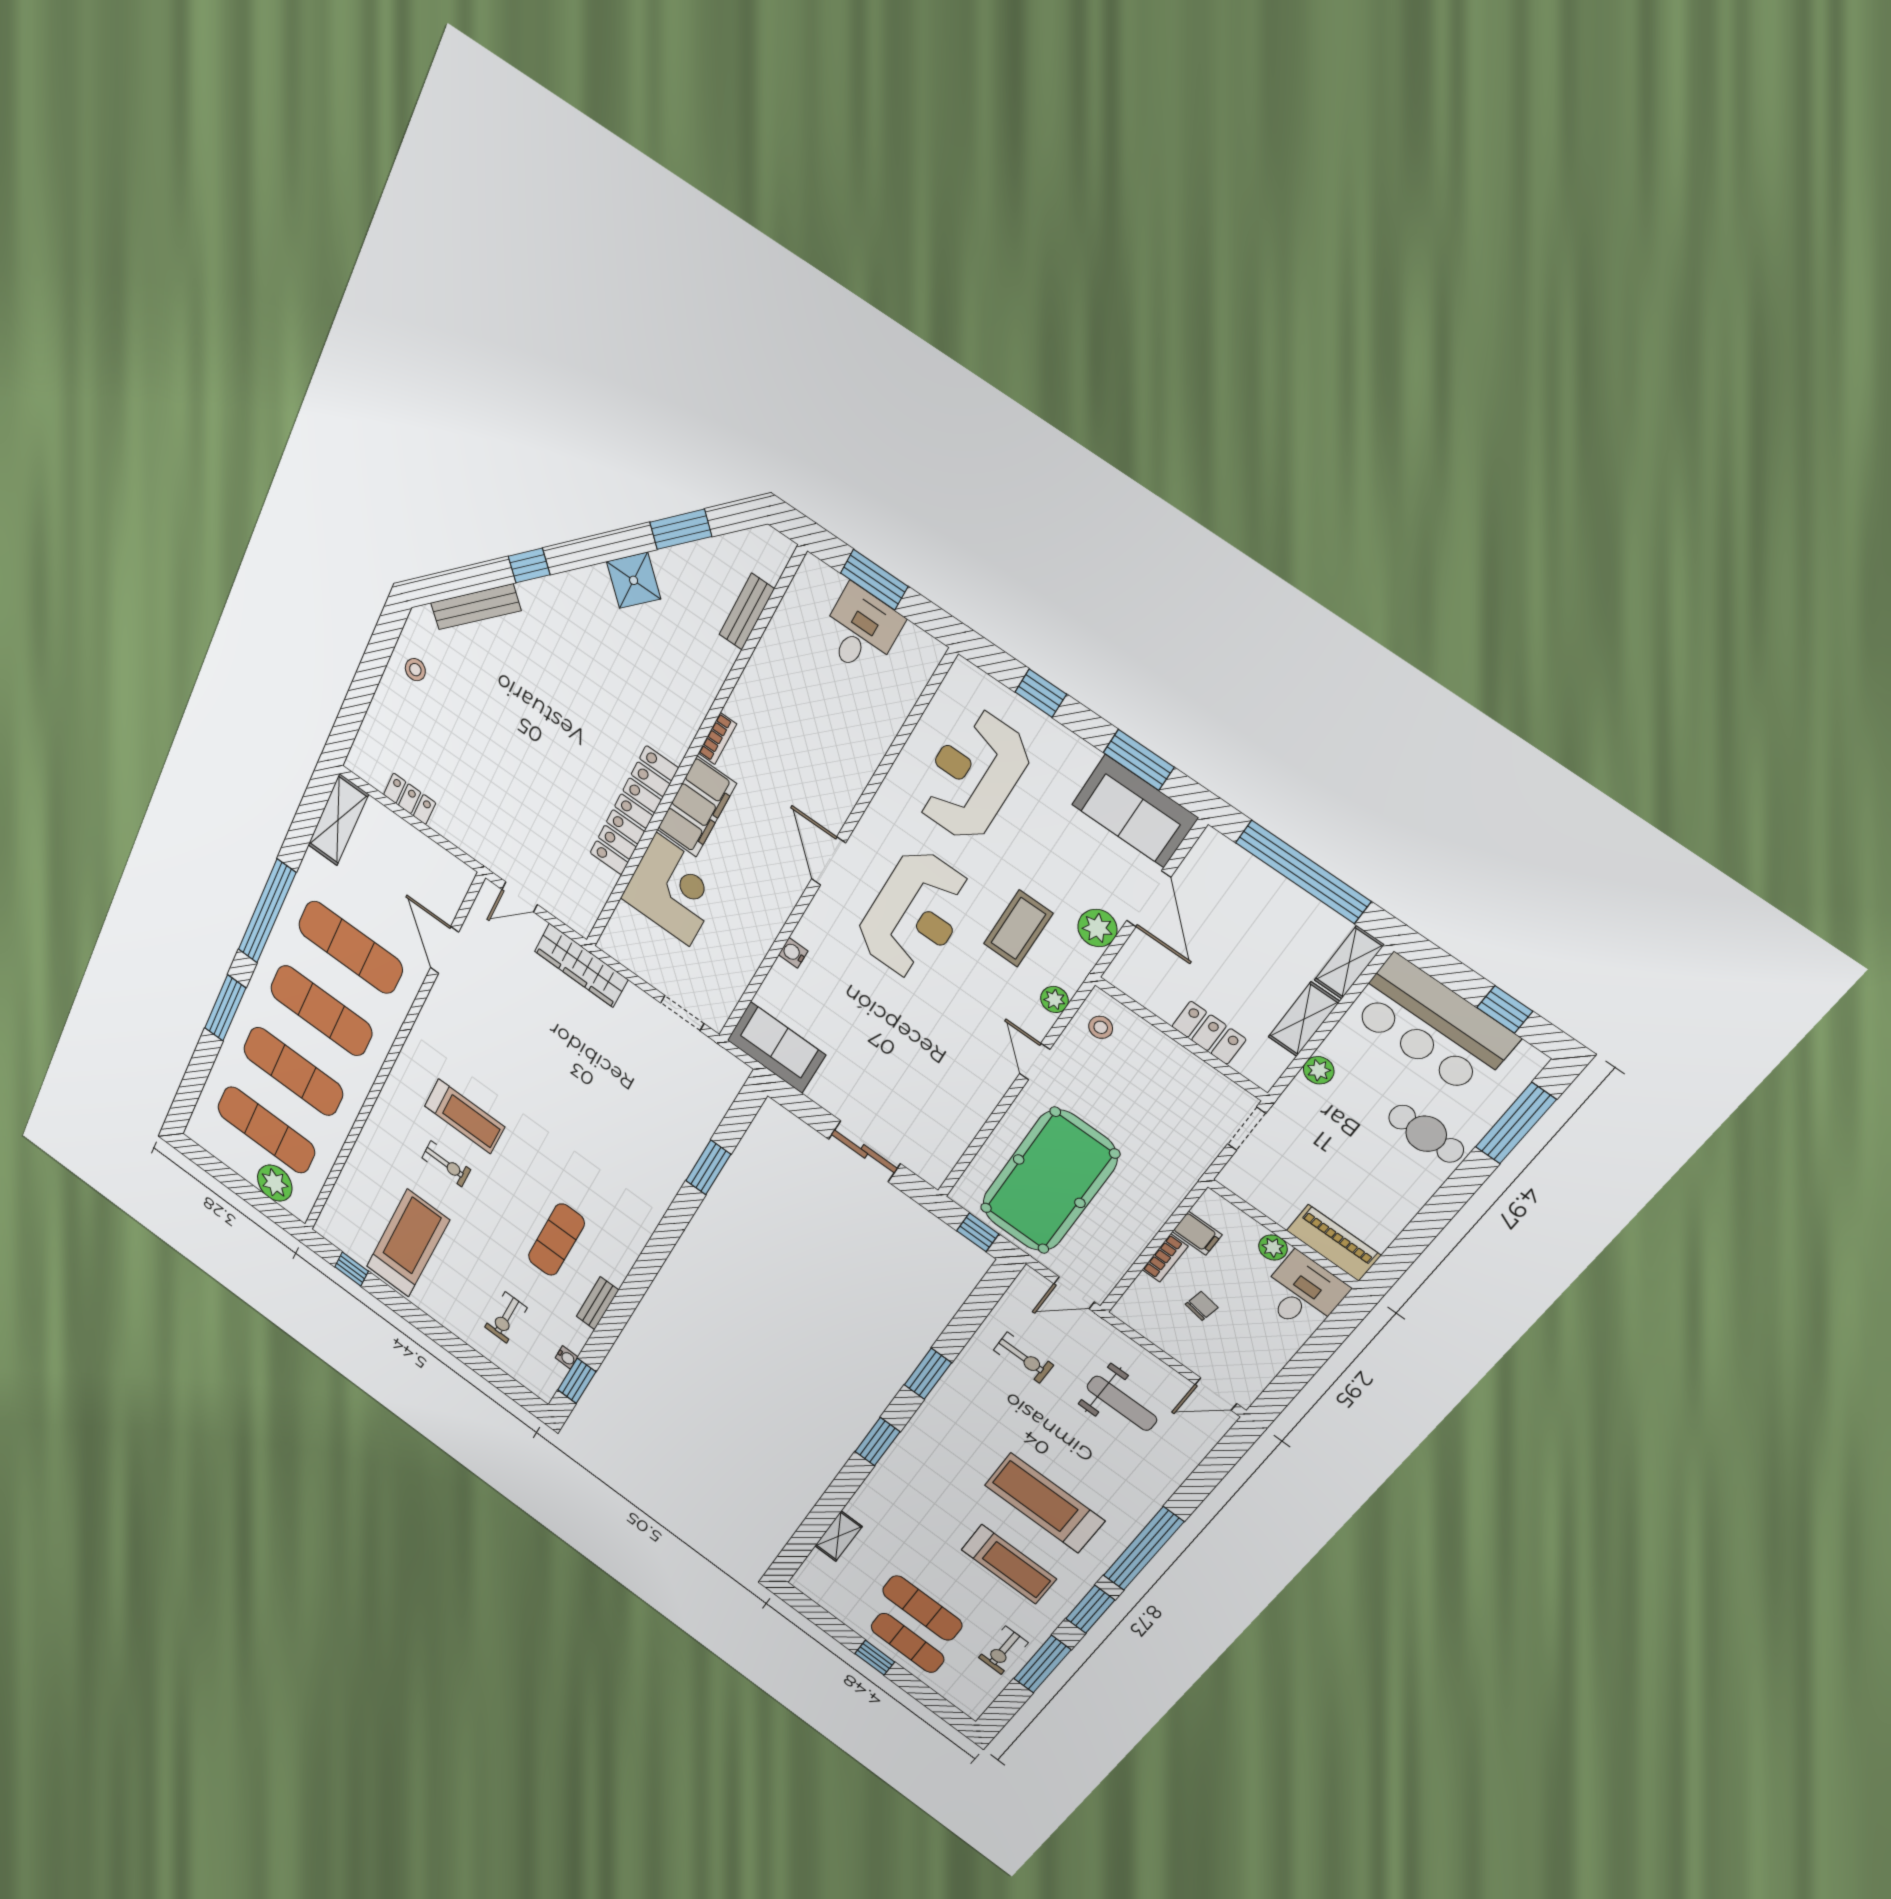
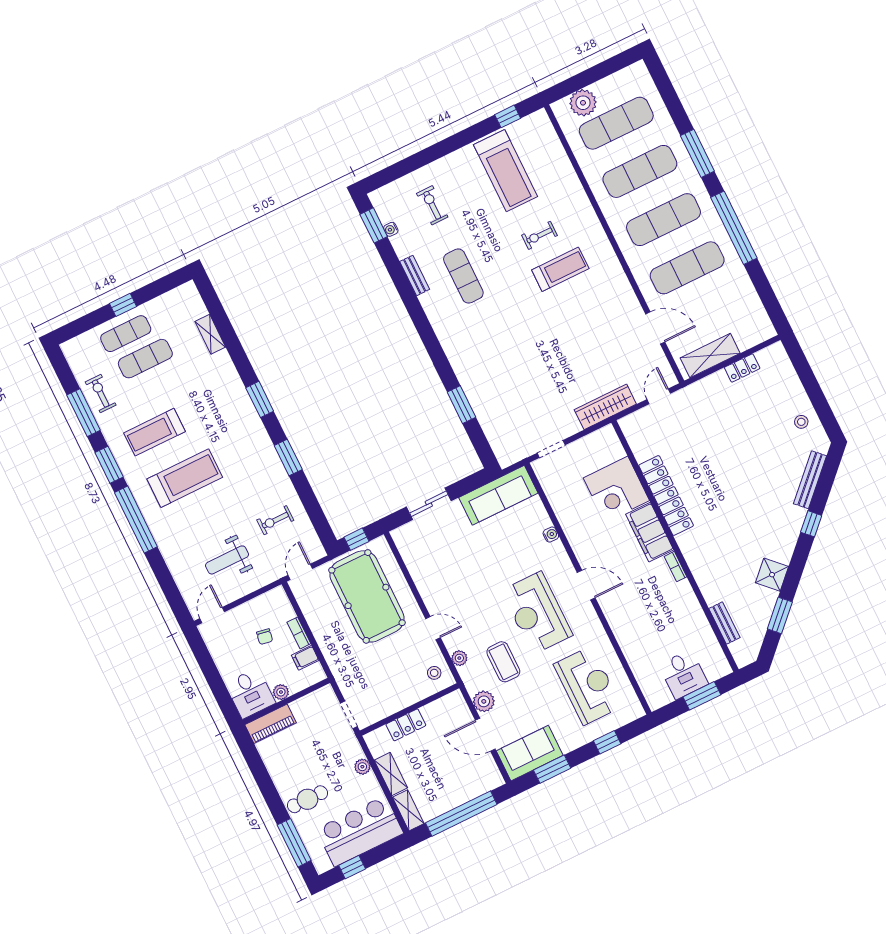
shelving: (338, 820) -> (710, 356), moved, turned 90
sofa: (776, 1048) -> (498, 495), width x1.36
treadmill: (465, 1116) -> (560, 269), turned 180

